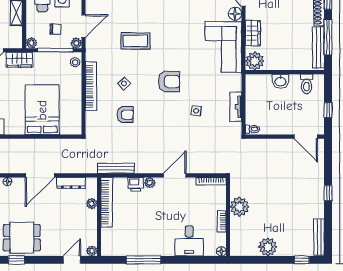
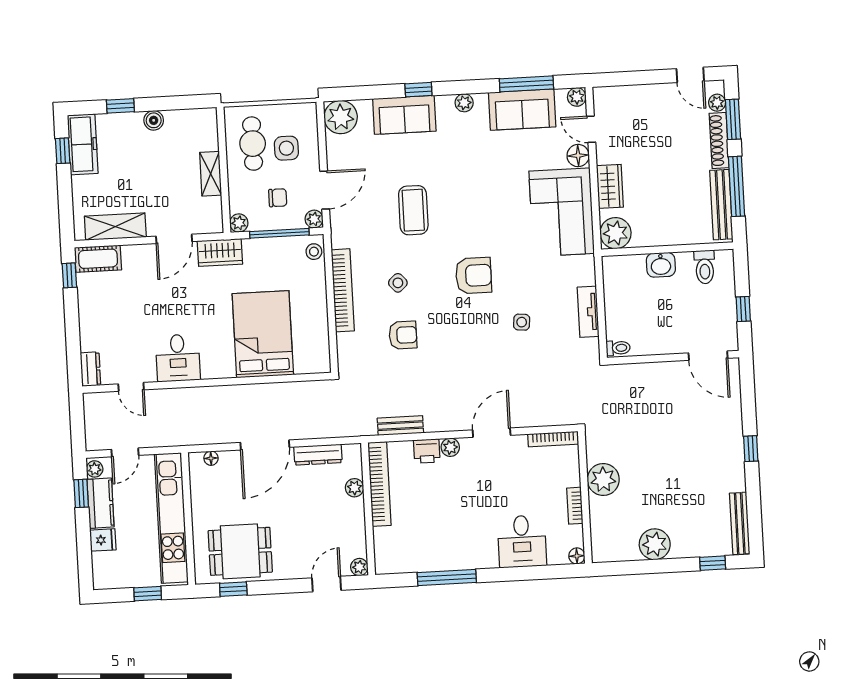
coffee table: (135, 41) -> (413, 210), turned 90
bench: (116, 168) -> (400, 426), width x0.73

